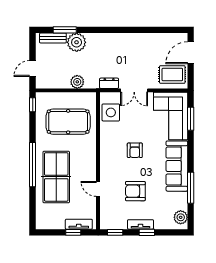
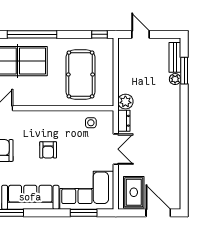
plant: (77, 42) -> (175, 79), width x0.53, depth x0.53
plant: (77, 82) -> (125, 102), moved
double door: (134, 90) -> (116, 149), swing flipped
side table: (111, 112) -> (91, 123), width x0.54, depth x0.54
armchair: (135, 150) -> (48, 150), turned -90

